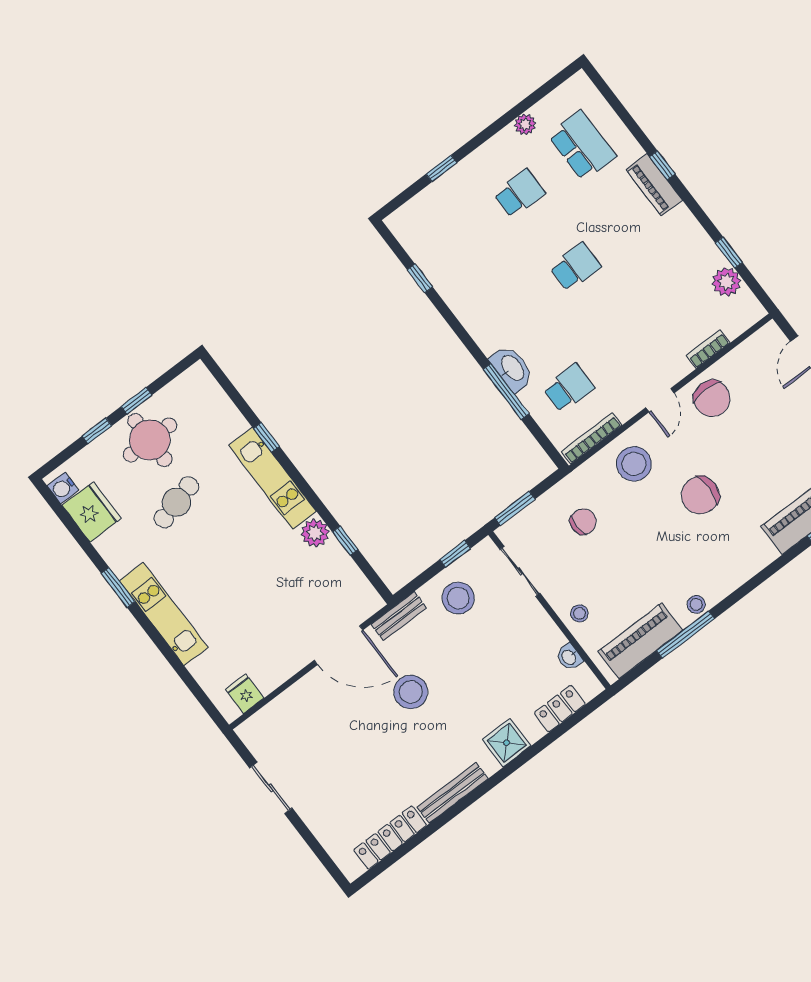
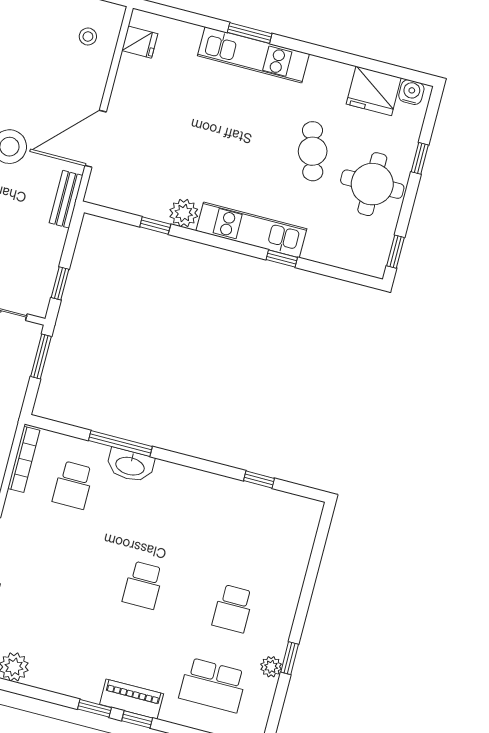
window: (441, 168) -> (290, 658), moved
window: (729, 253) -> (94, 708), moved
window: (136, 401) -> (396, 252), moved
window: (118, 587) -> (250, 33), moved
stool: (458, 598) -> (88, 37), moved, width x0.53, depth x0.53

